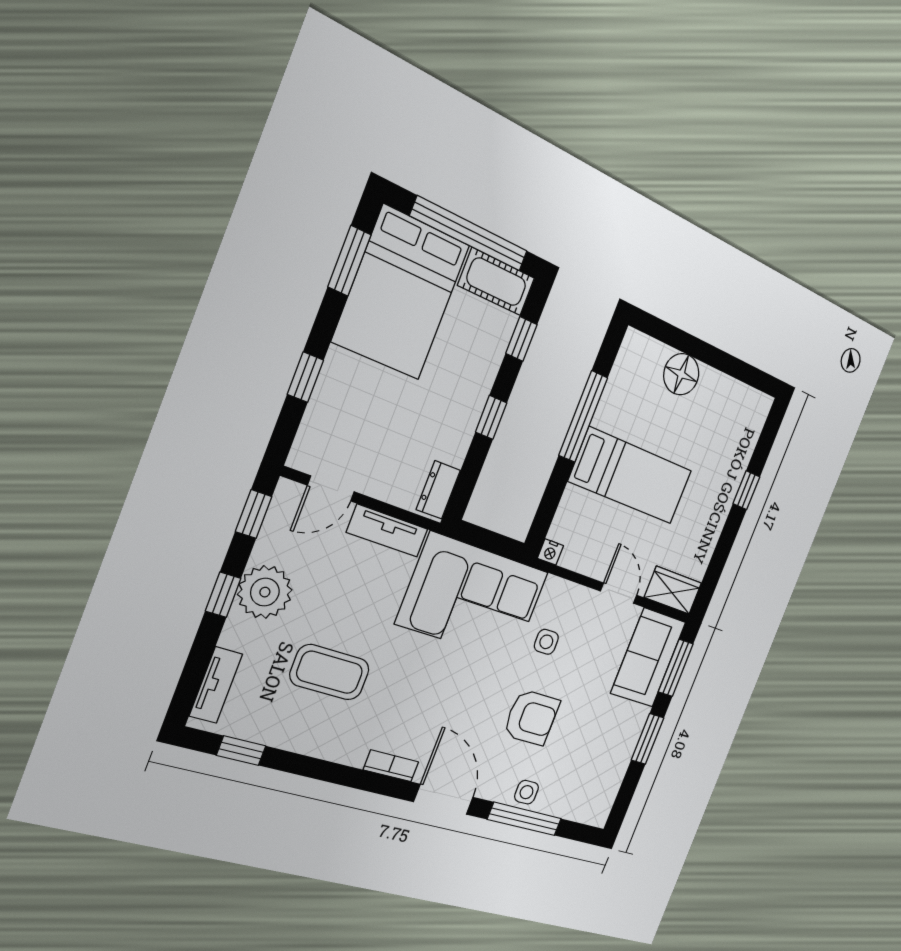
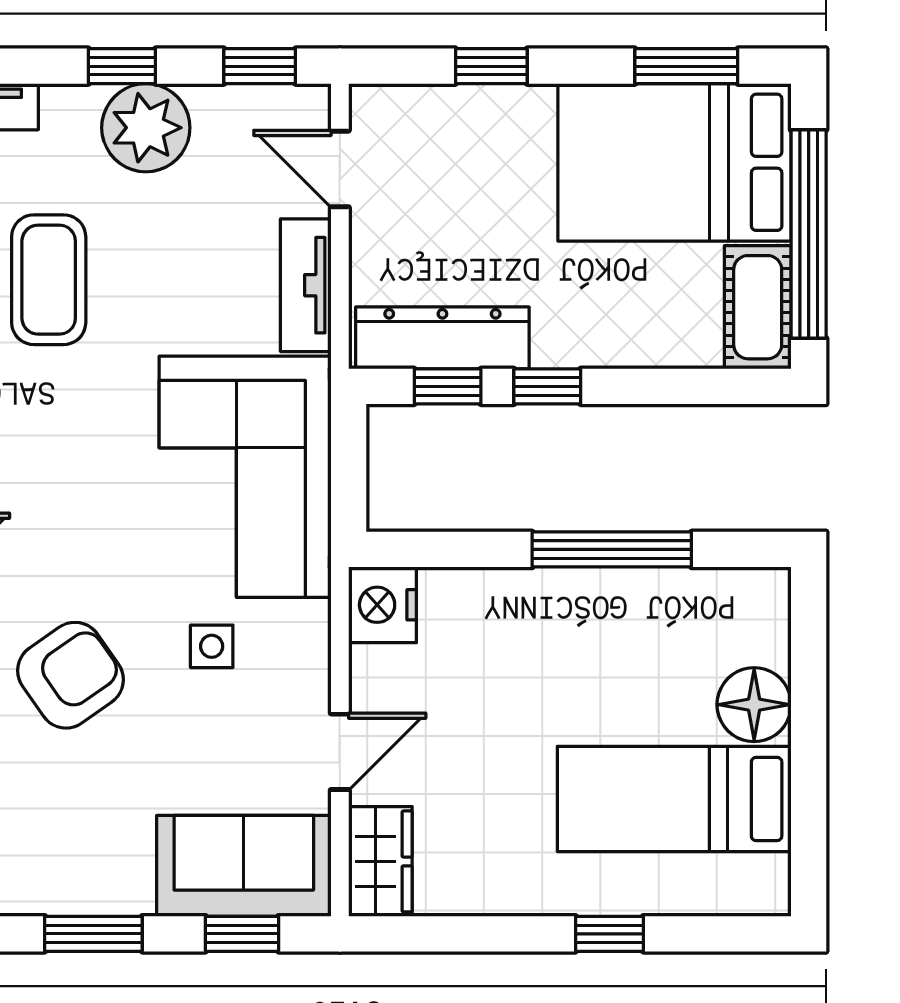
window: (521, 339) -> (448, 386), moved
bed: (631, 476) -> (674, 799), moved, turned 90
dresser: (438, 490) -> (442, 338), width x1.96, depth x1.24
nightstand: (550, 552) -> (382, 605), width x1.89, depth x1.79
window: (676, 668) -> (242, 934), width x0.67
armchair: (531, 717) -> (70, 675), turned -125

